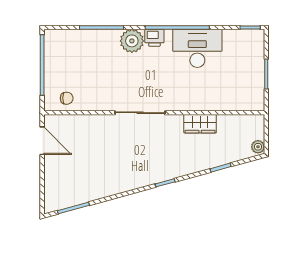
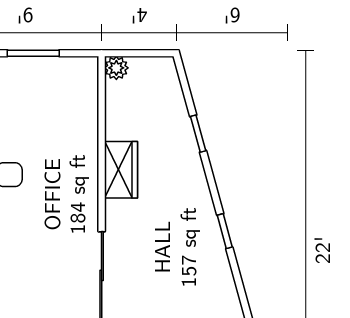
plant: (258, 147) -> (116, 68), moved

